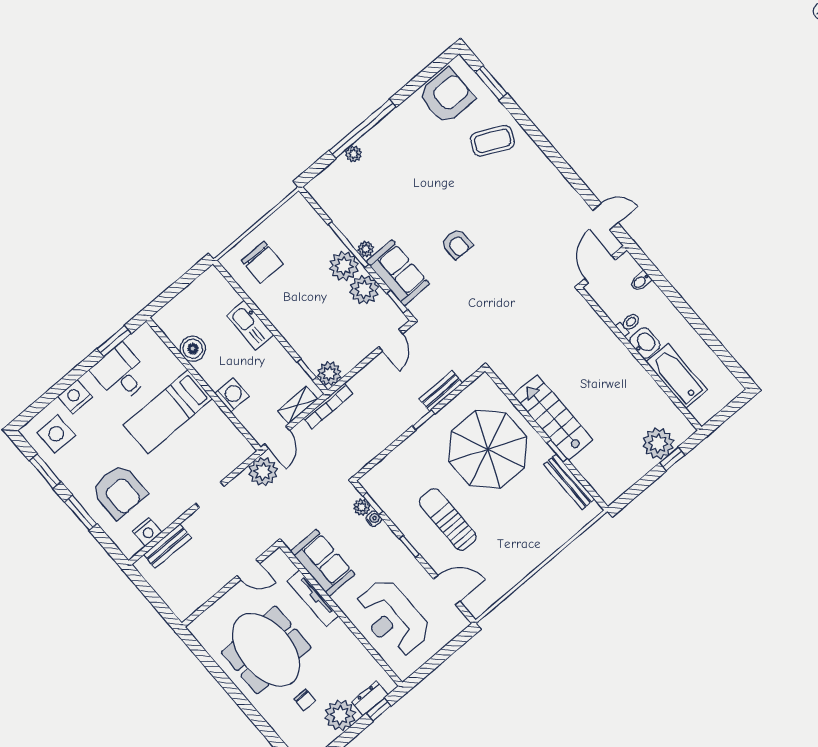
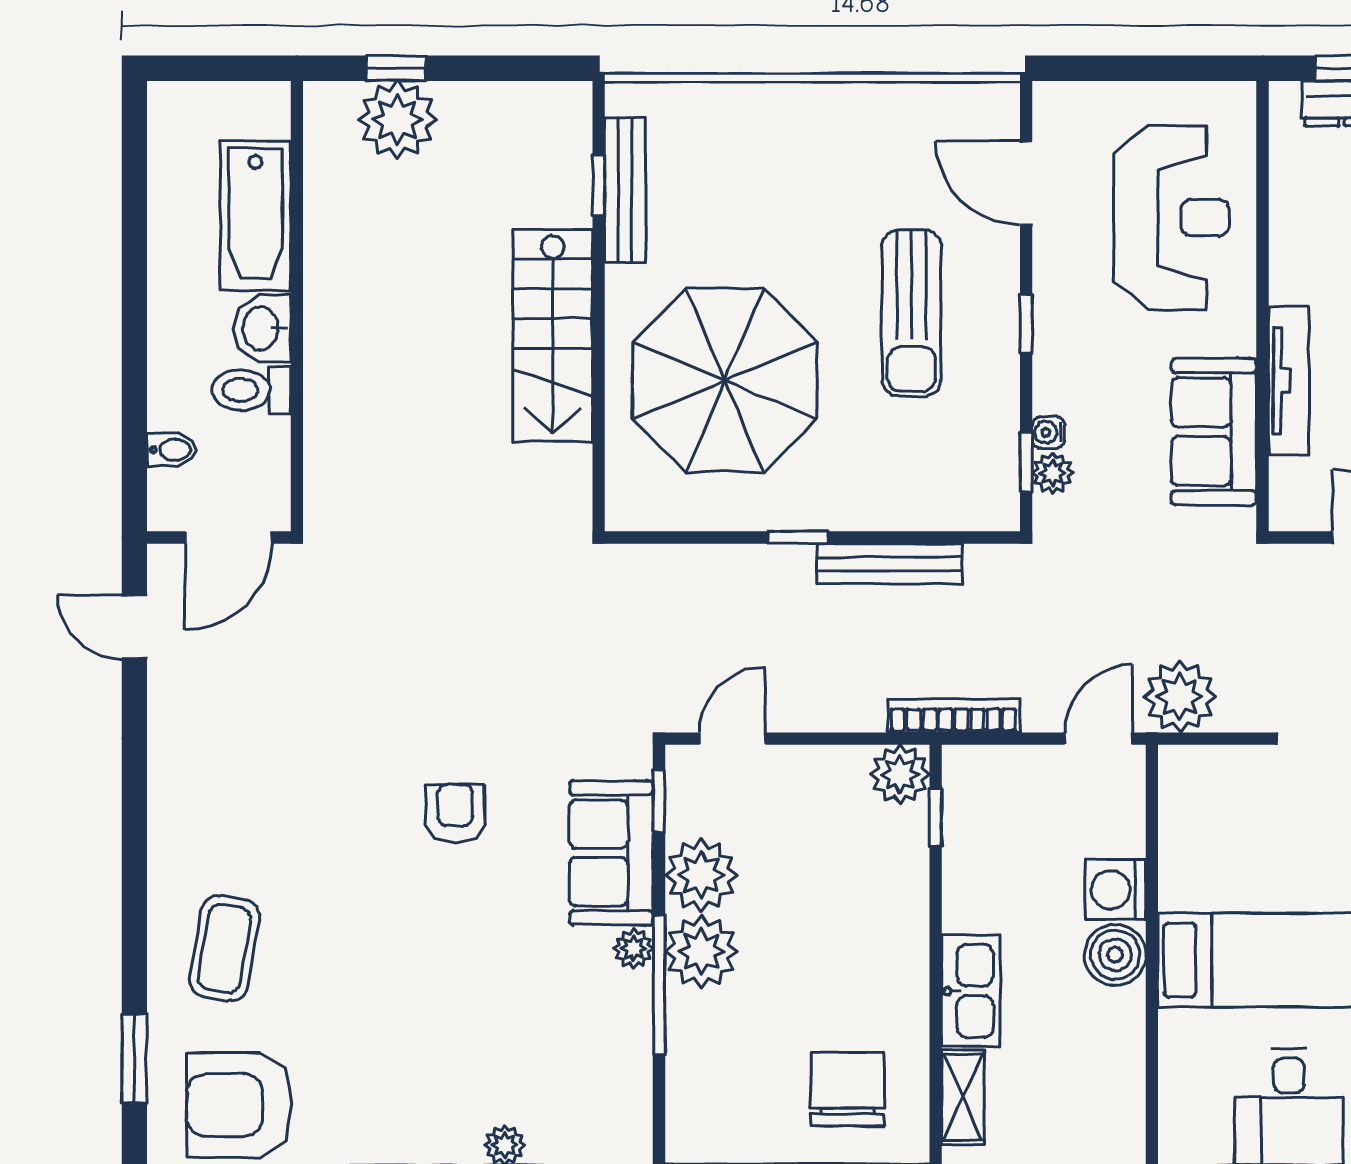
coffee table: (492, 141) -> (225, 948), turned 74
toilet: (628, 324) -> (251, 390), width x1.37, depth x1.39
boiler: (193, 349) -> (1115, 955), moved
bench: (441, 391) -> (890, 564), moved, width x1.36
shelving: (298, 405) -> (963, 1098), moved, turned 90
window: (557, 451) -> (599, 185), moved

